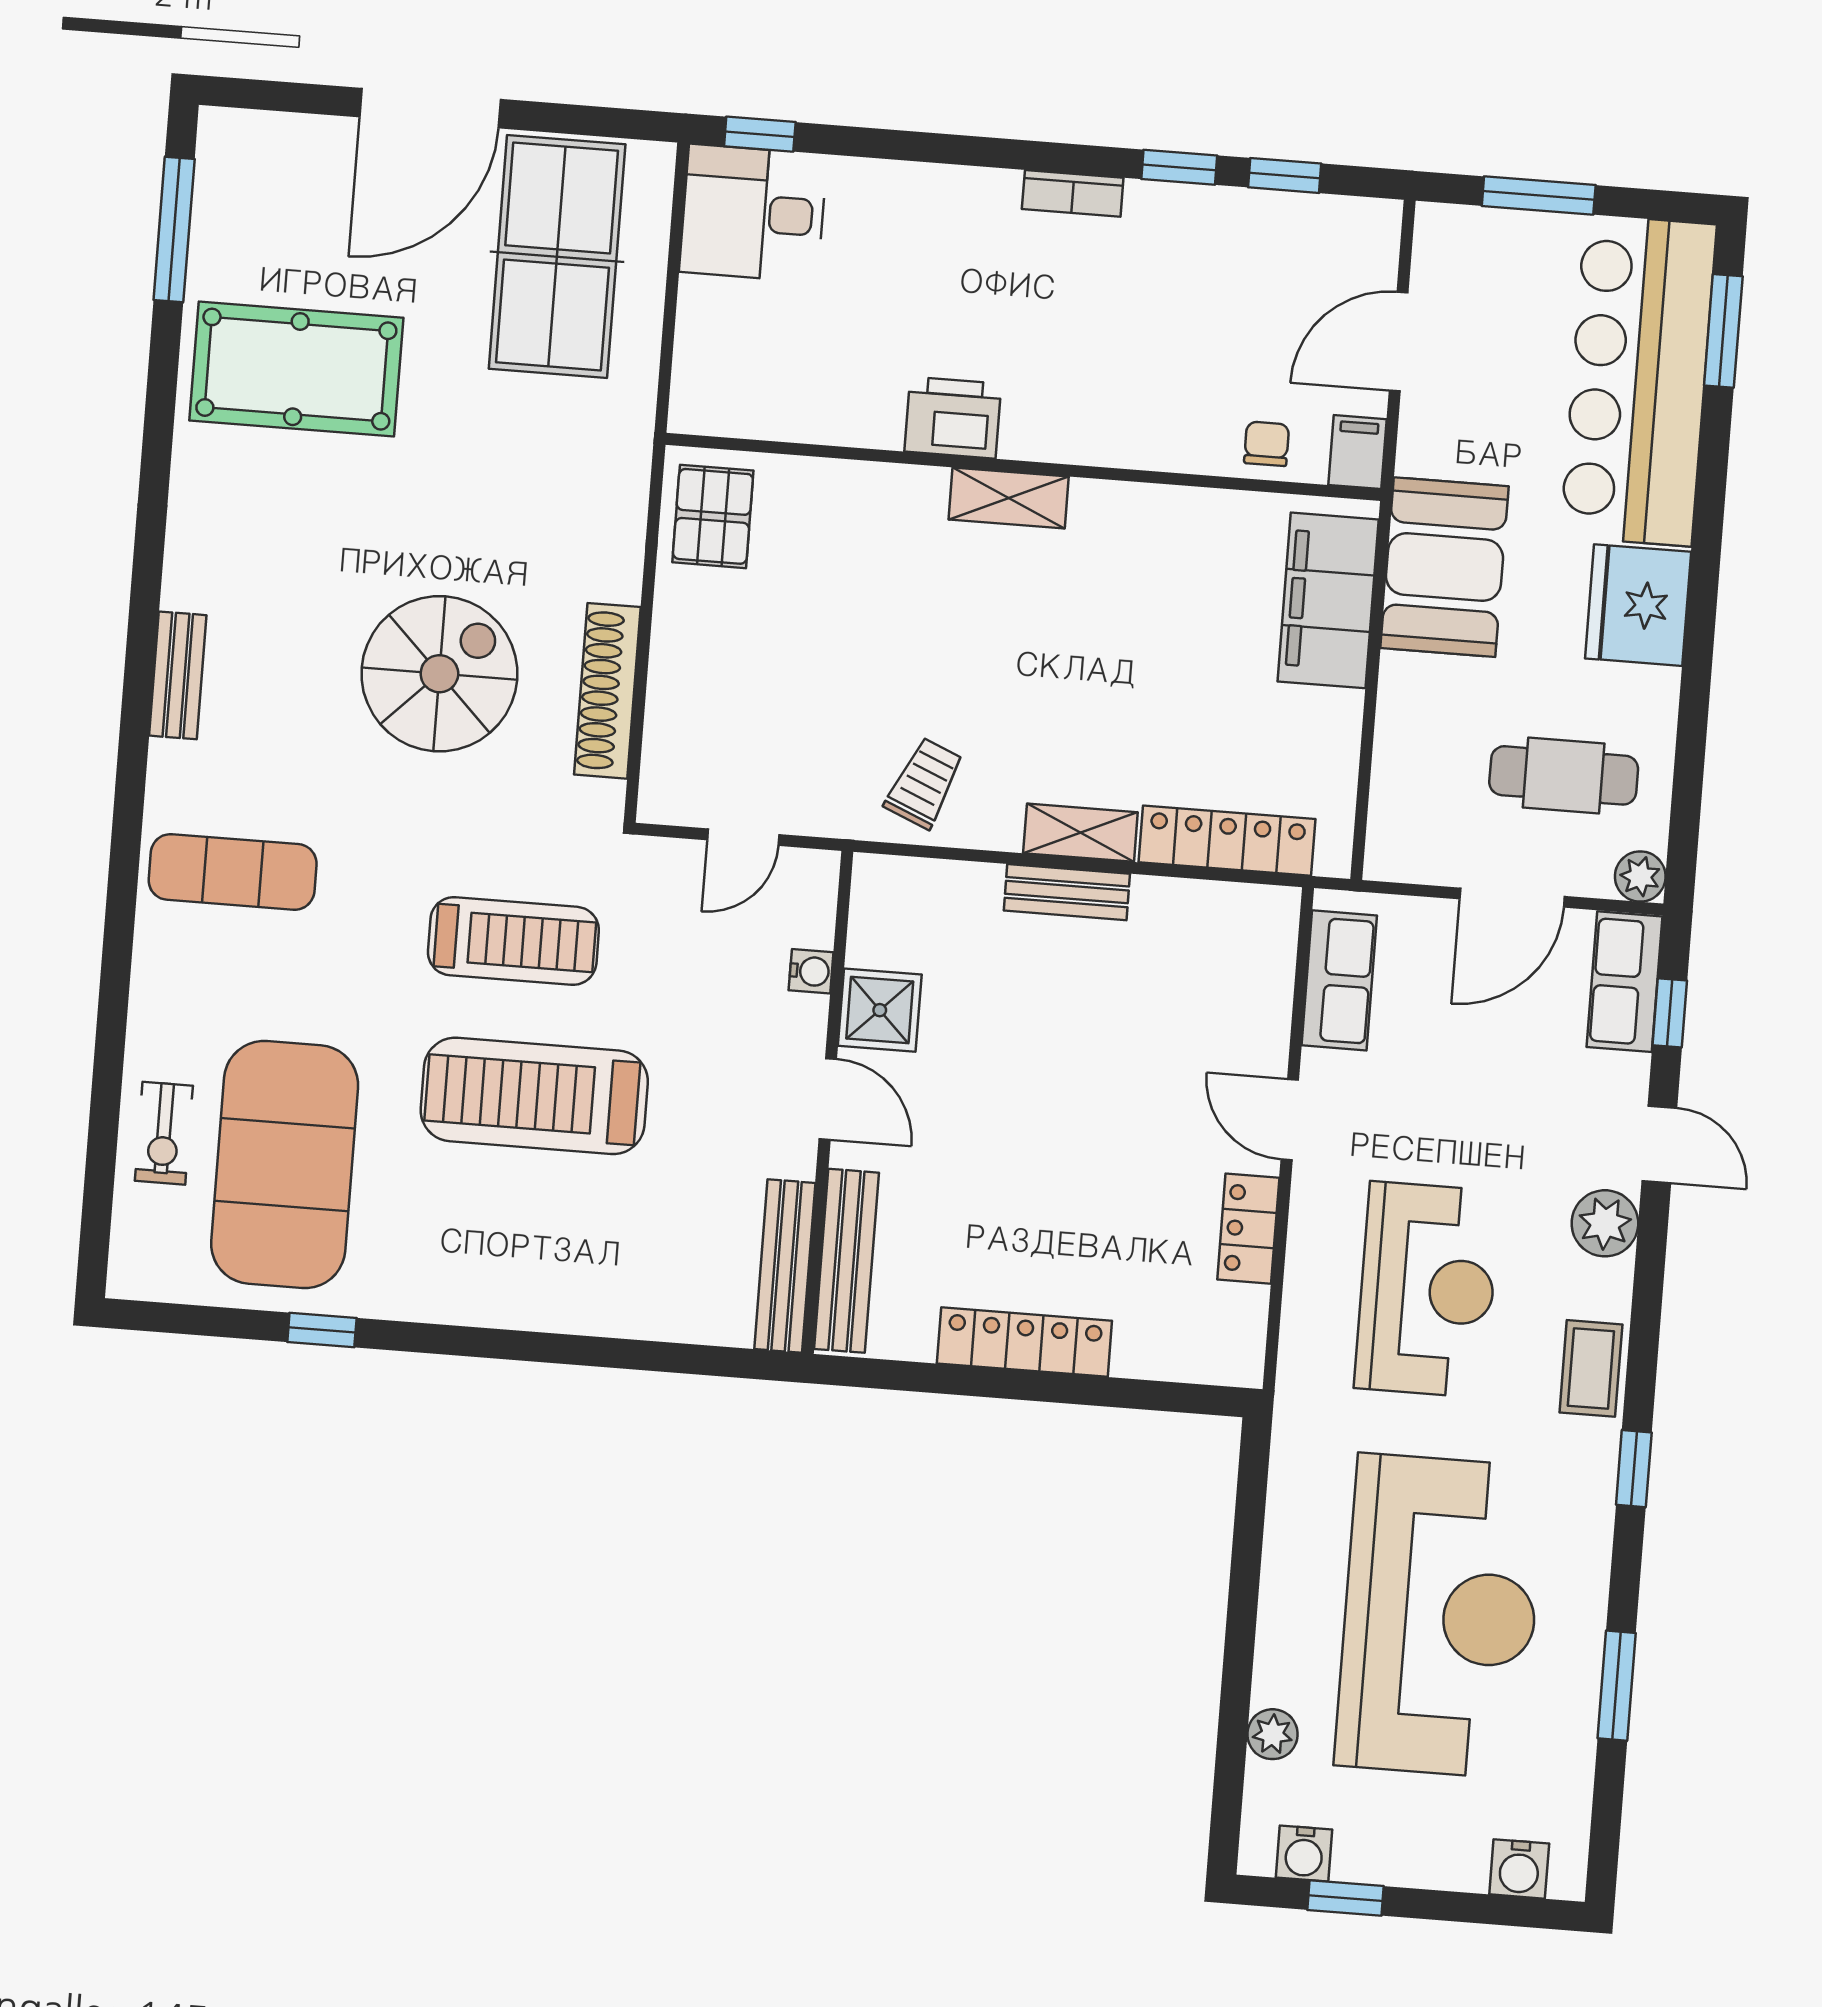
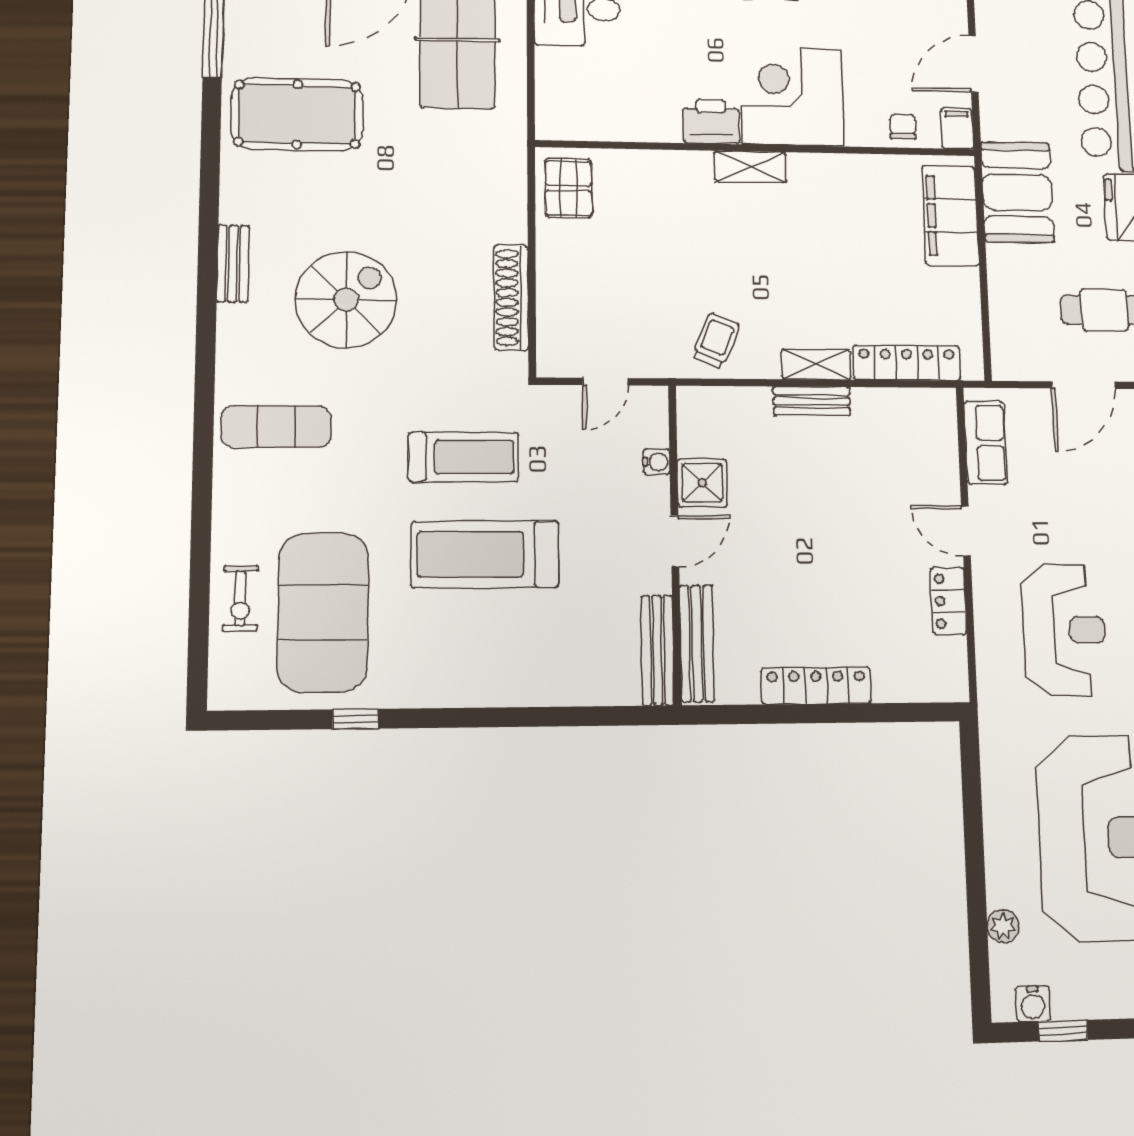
corner desk: (1090, 382) -> (792, 97), added
spiral stairs: (439, 674) -> (346, 300), moved
bench: (178, 675) -> (233, 264), moved
door: (828, 1099) -> (675, 541), hinge flipped

